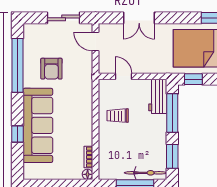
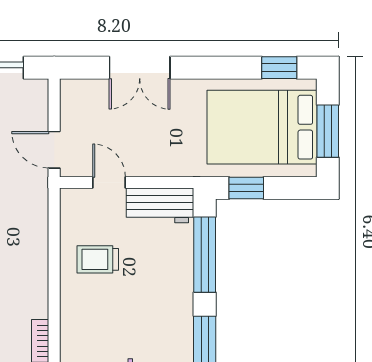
door: (96, 42) -> (54, 150), moved
workbench: (158, 96) -> (160, 205), moved, turned -90

